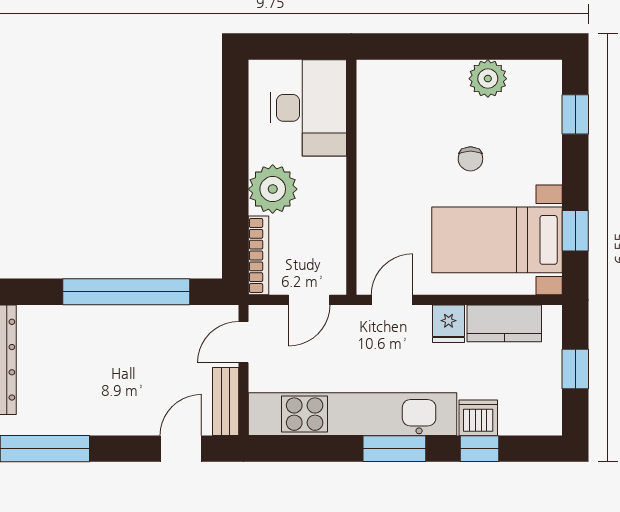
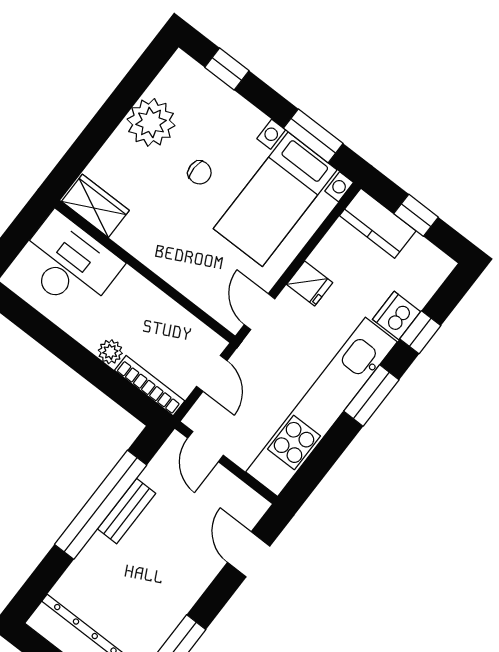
plant: (488, 79) -> (151, 122), width x1.36, depth x1.36
wardrobe: (375, 93) -> (95, 206), added
plant: (273, 189) -> (110, 352), width x0.53, depth x0.53
window: (575, 231) -> (313, 136), width x1.50
kitchen counter: (504, 323) -> (378, 223), moved, turned 90
bench: (226, 401) -> (127, 511), moved, turned 90

